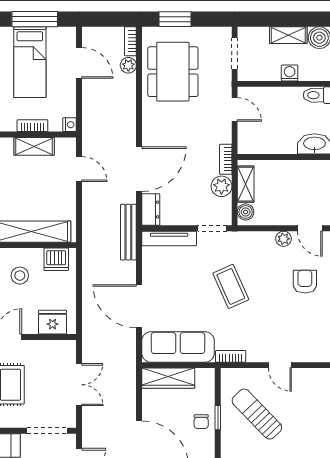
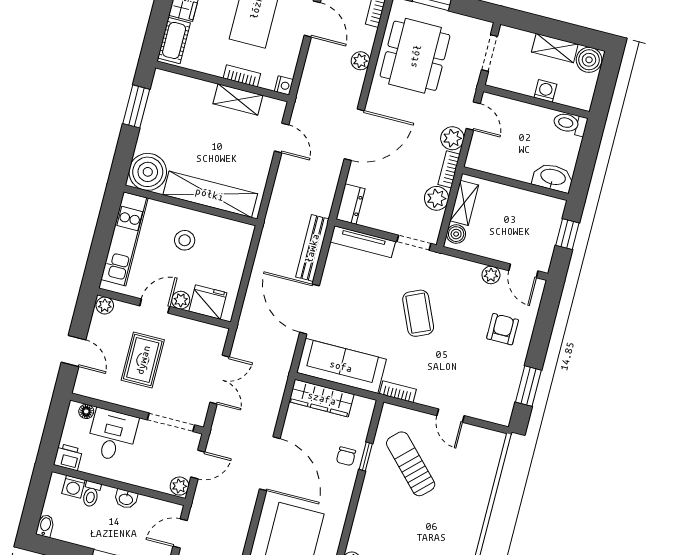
plant: (128, 65) -> (360, 61), moved
plant: (222, 133) -> (452, 138), added
door: (139, 169) -> (354, 135), moved
bench: (128, 232) -> (312, 248), moved
dishwasher: (56, 259) -> (230, 233), removed
plant: (29, 326) -> (181, 300), added

